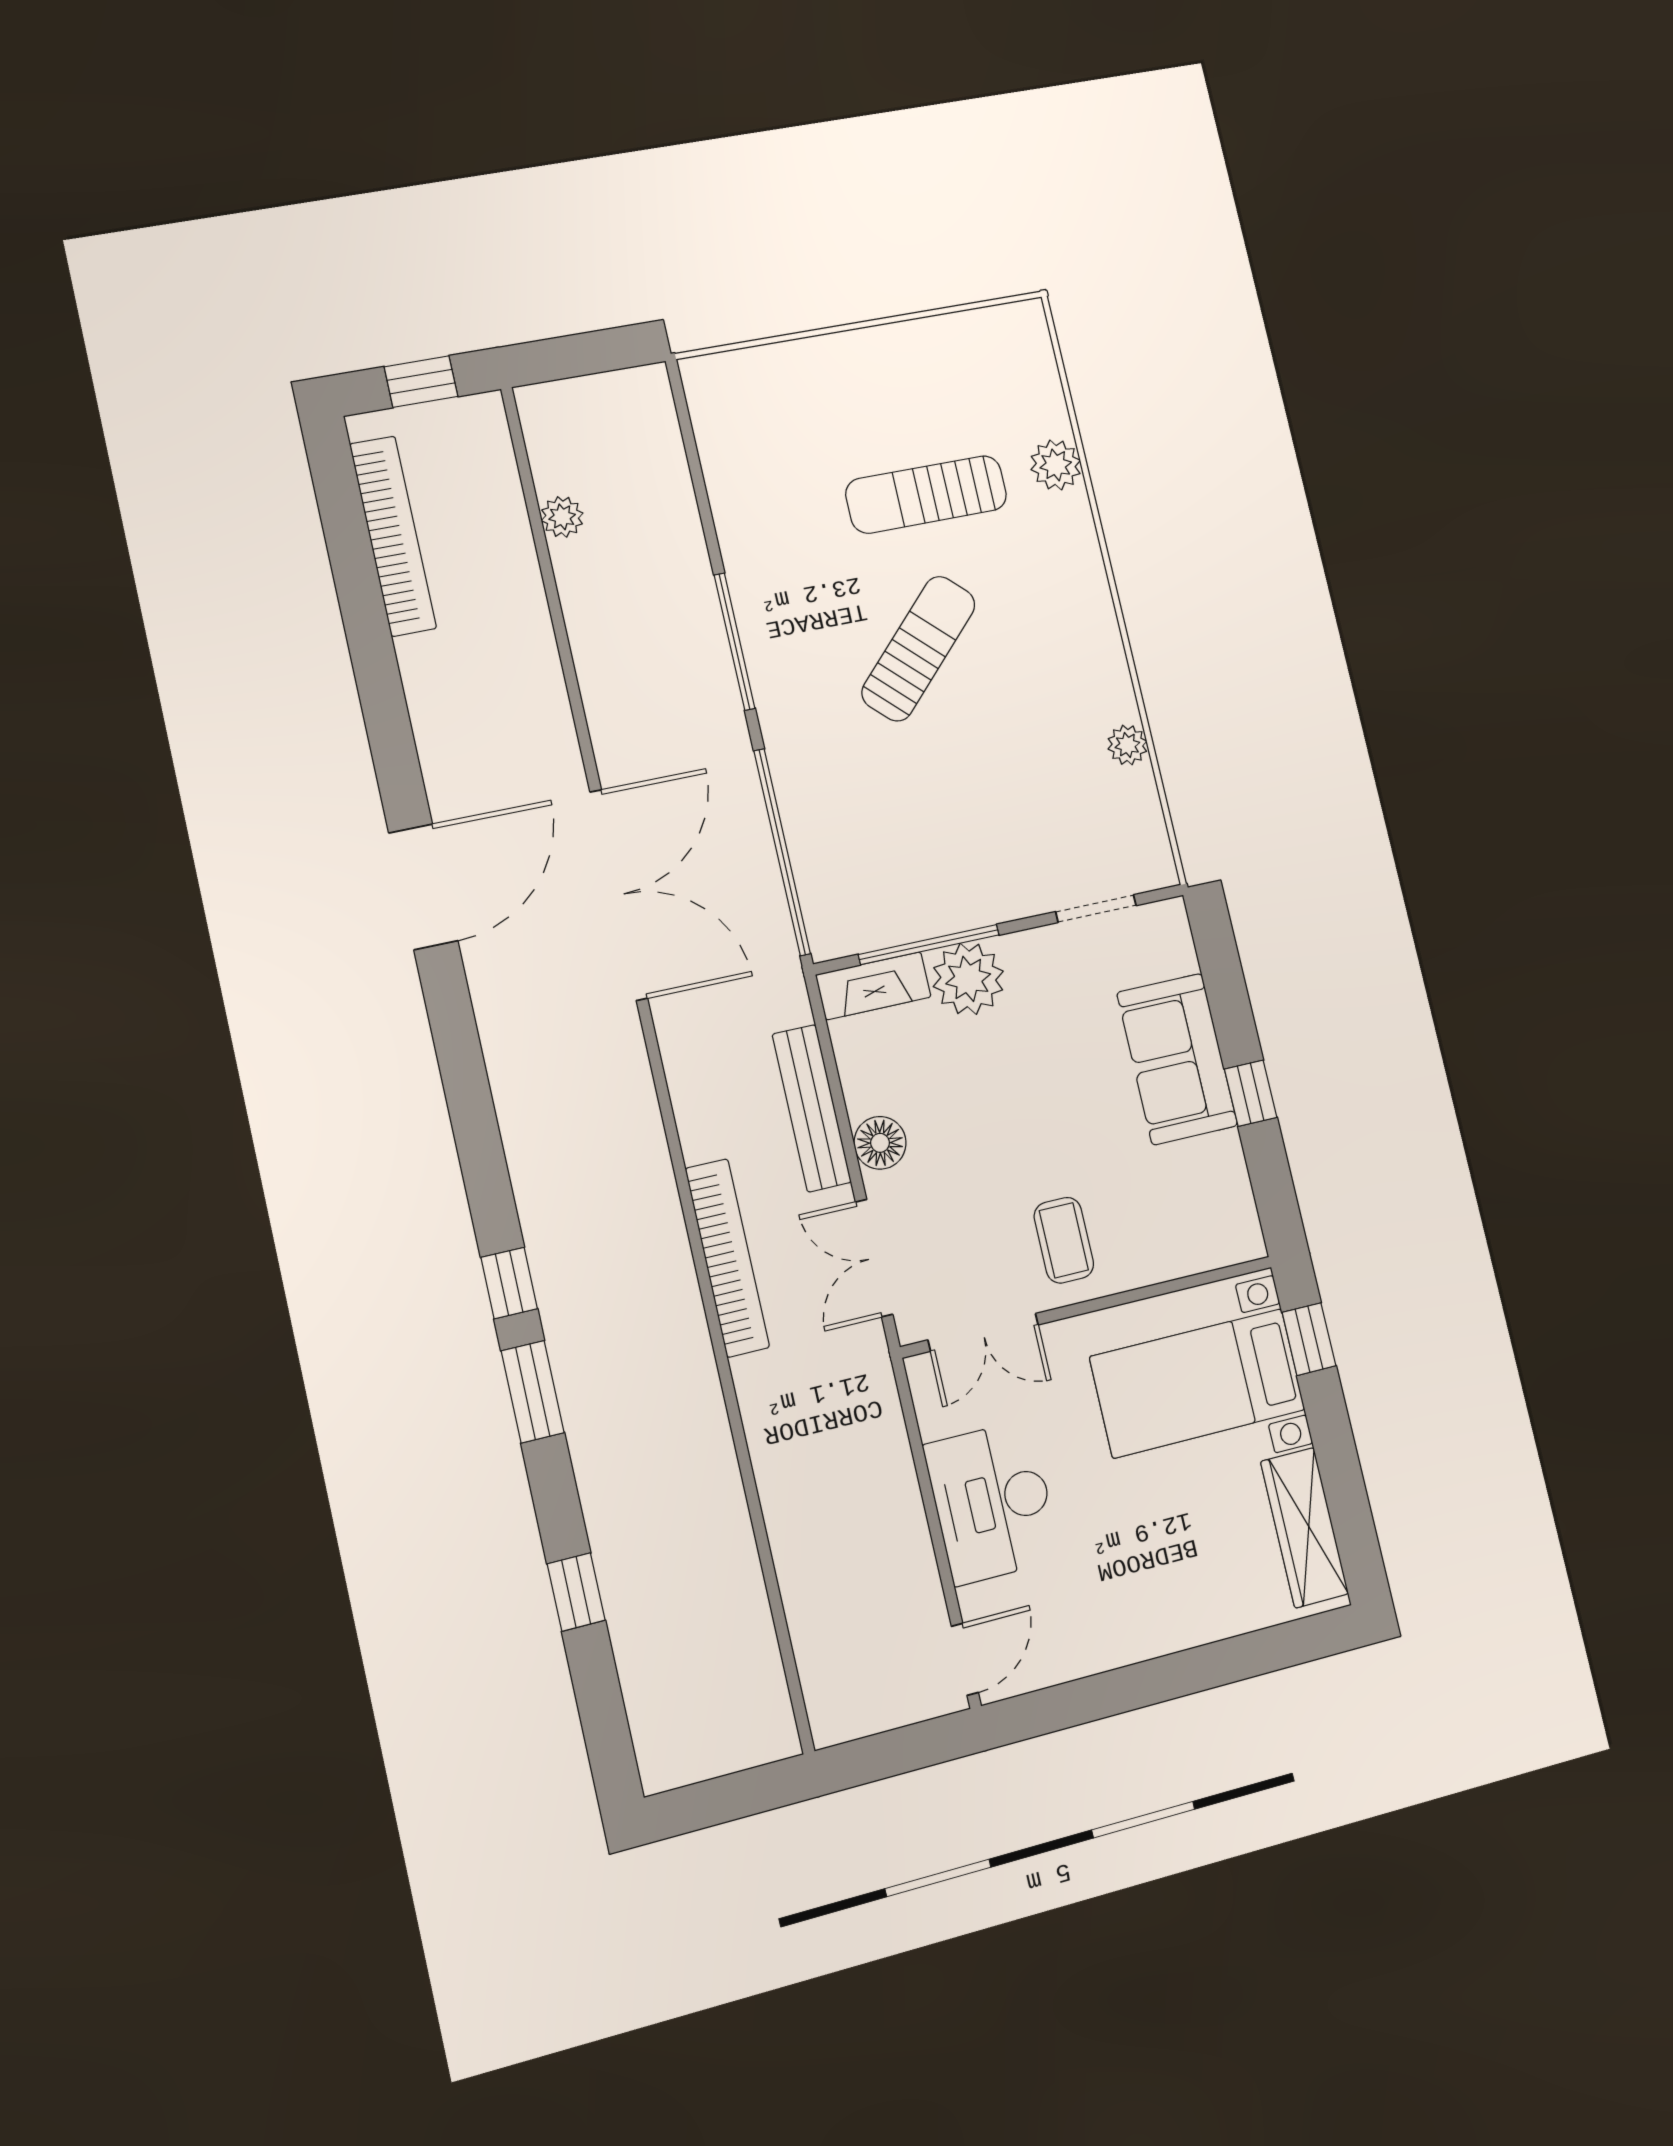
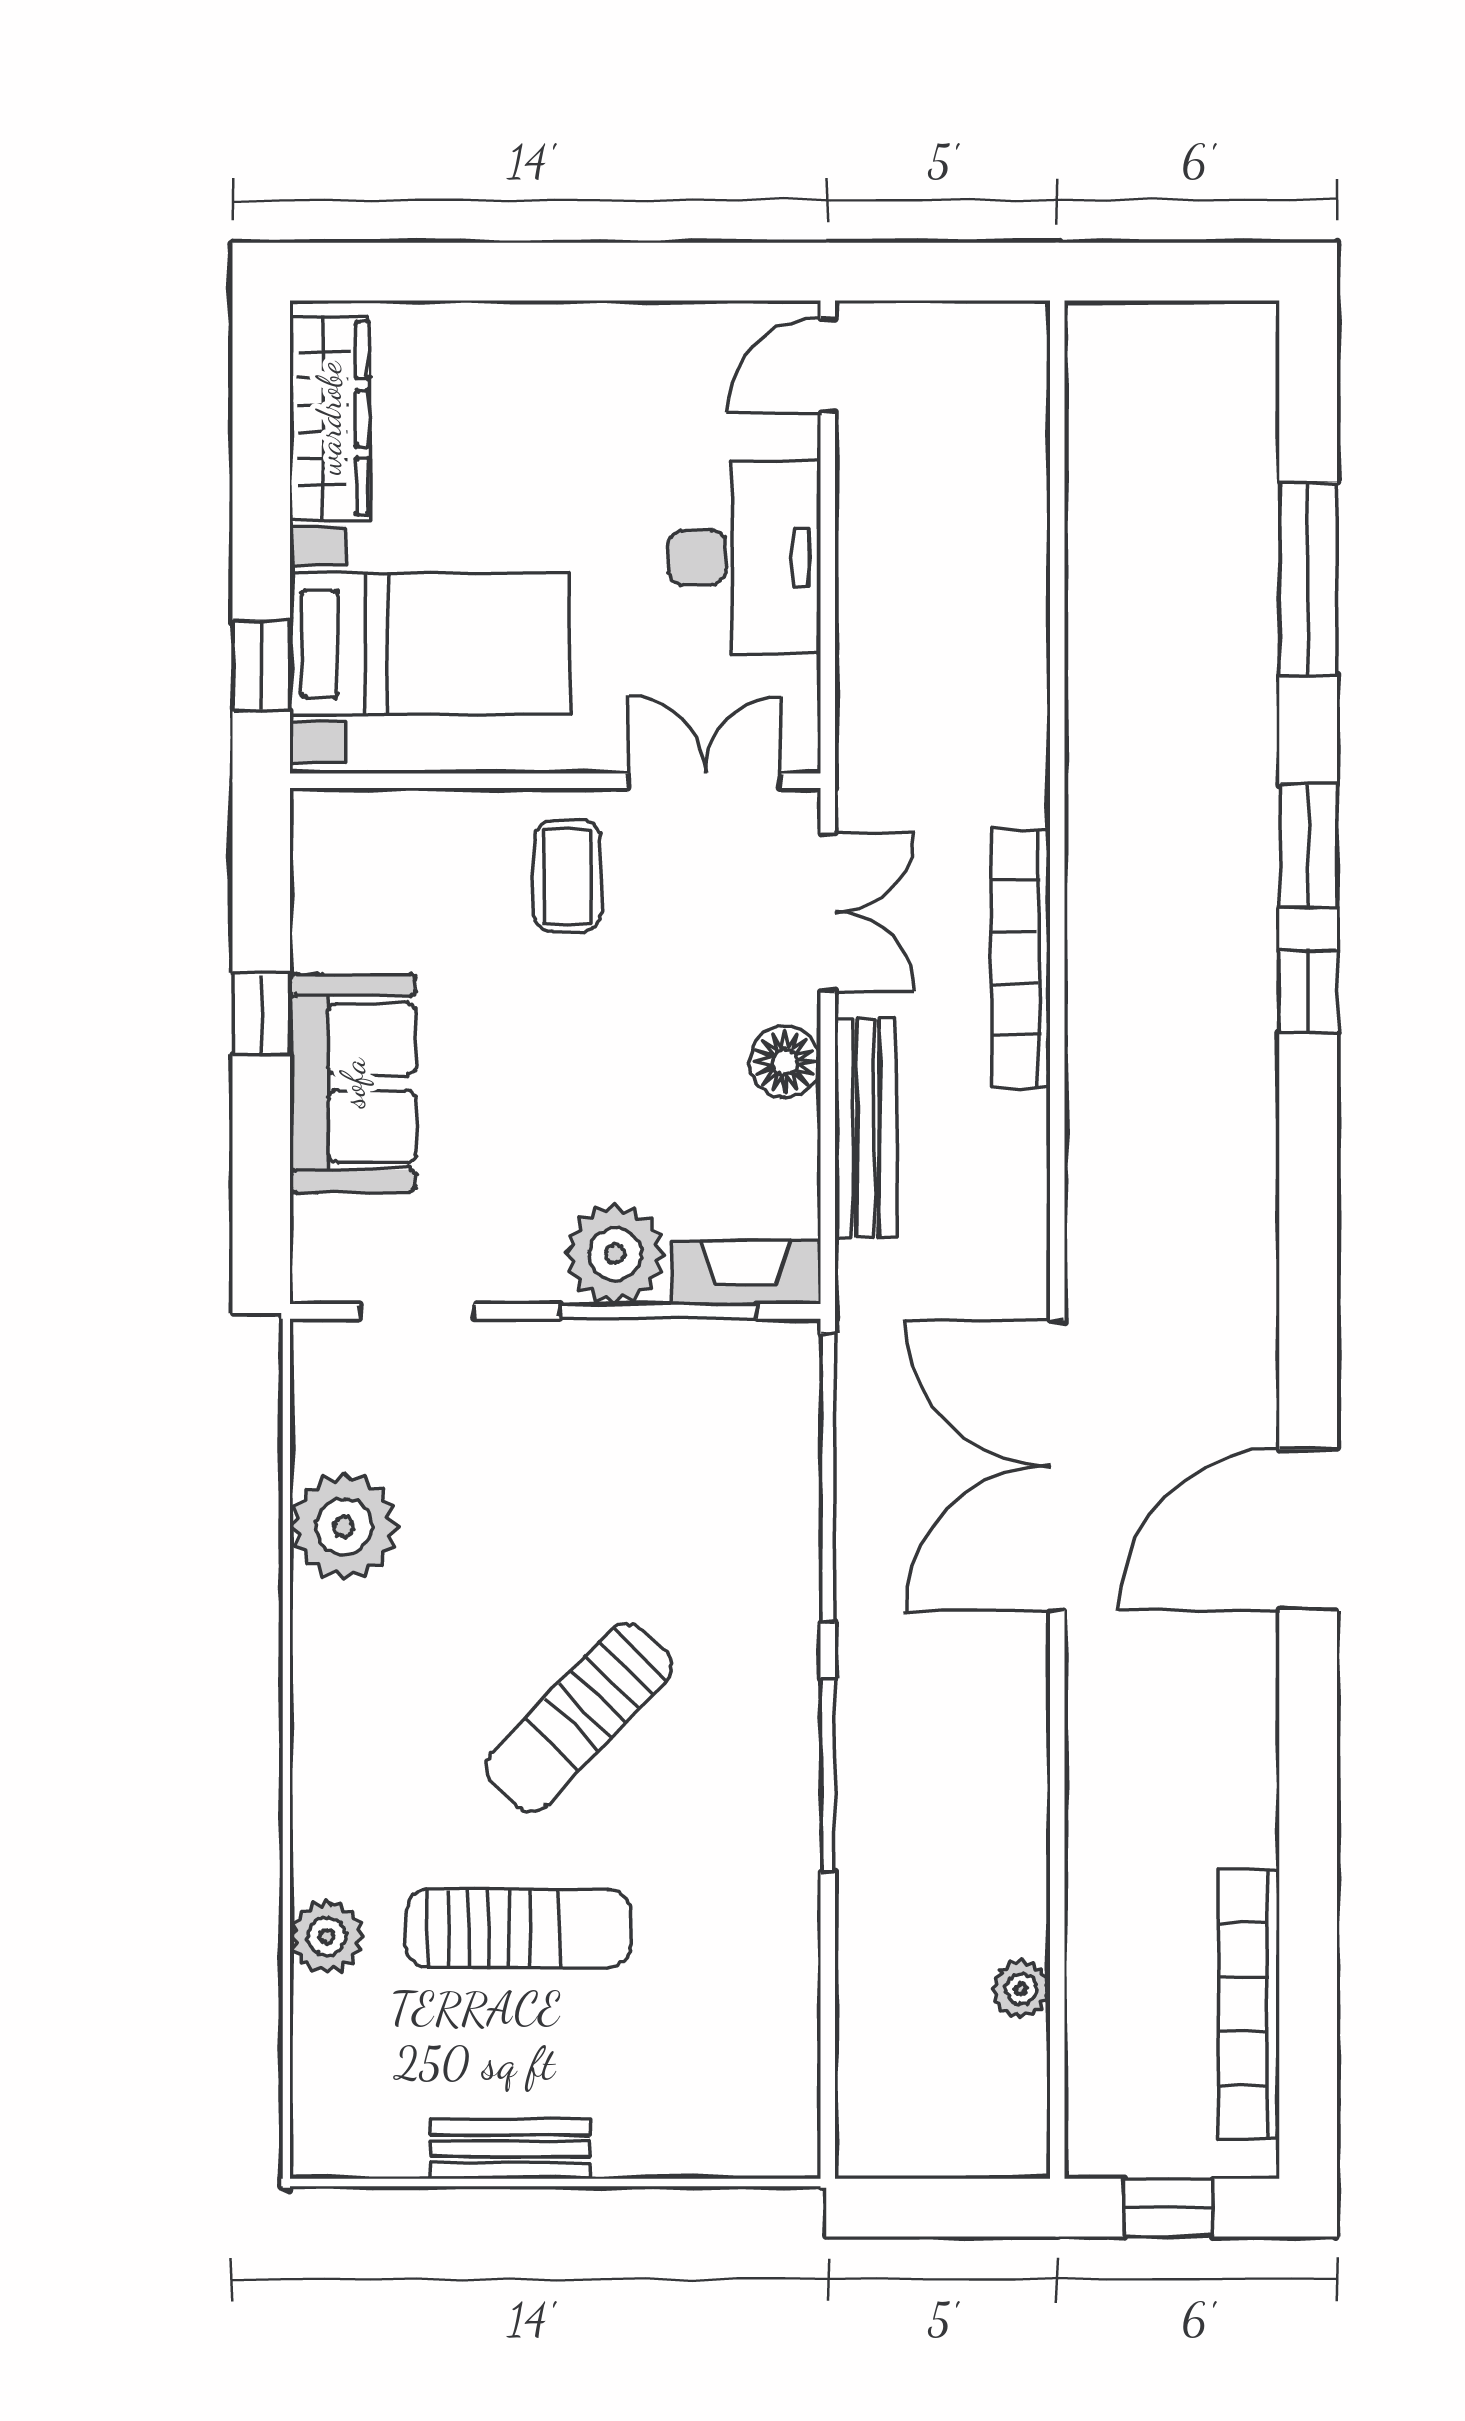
bench: (897, 343) -> (510, 2149), added
plant: (1127, 745) -> (344, 1527), width x1.88, depth x1.88
window: (576, 1592) -> (1308, 579), width x2.17

